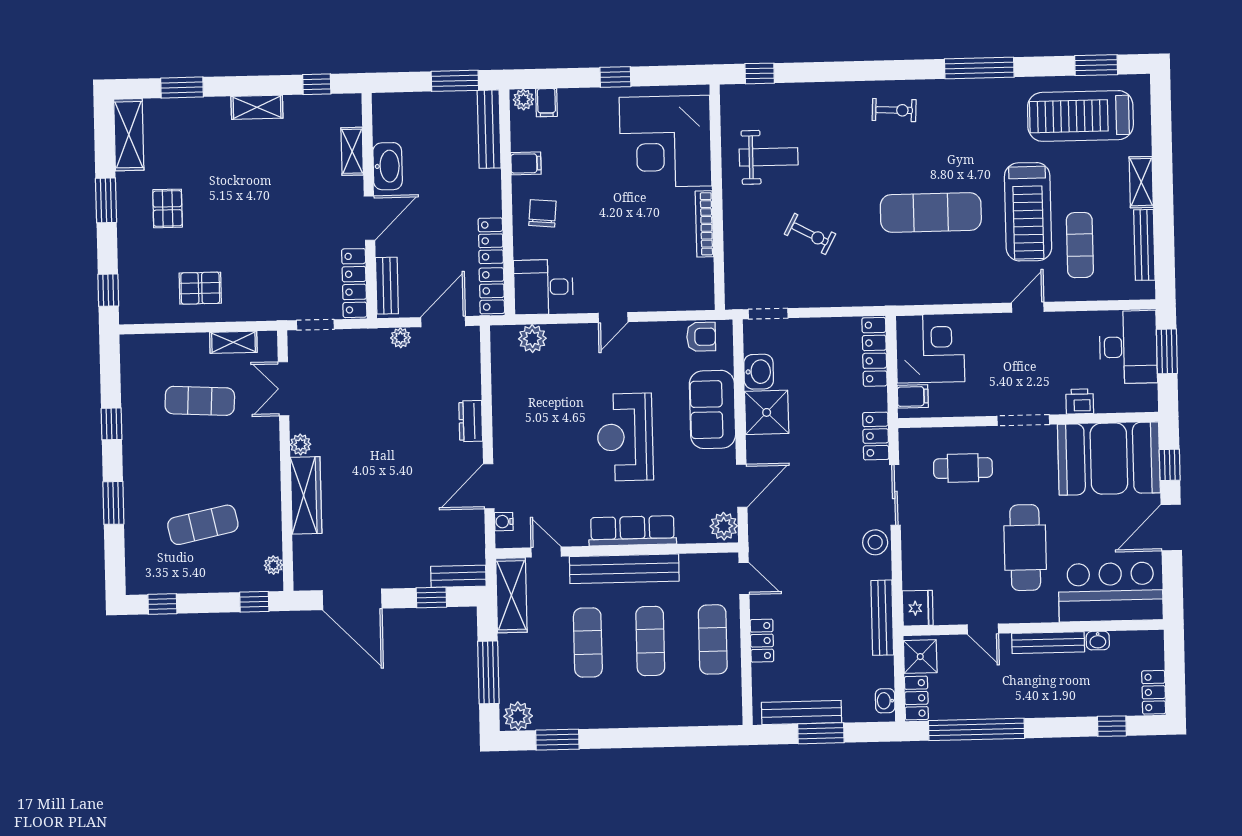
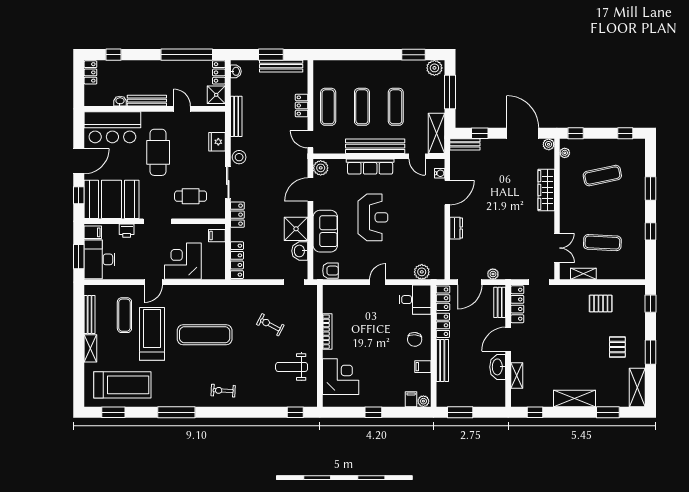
shelving: (257, 107) -> (575, 398), width x1.50, depth x1.33
bench: (489, 129) -> (442, 360), moved
corner desk: (666, 142) -> (341, 377), width x0.74, depth x0.74
armchair: (701, 337) -> (330, 271), turned 180
corner desk: (930, 349) -> (183, 261), moved, turned 90
filing cabinet: (1142, 397) -> (93, 232), added
plant: (300, 444) -> (549, 144), moved
fridge: (918, 608) -> (217, 142), moved

